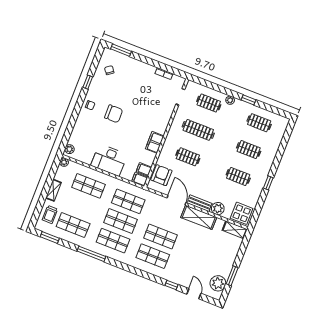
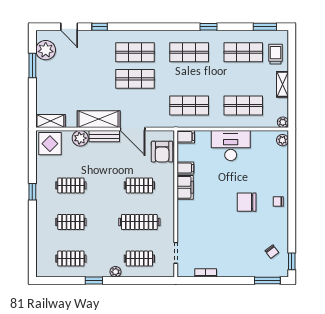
window: (88, 82) -> (292, 261), moved
filing cabinet: (144, 169) -> (185, 168), moved
shop shelf: (121, 221) -> (189, 79), removed
window: (91, 254) -> (208, 27), width x0.46

